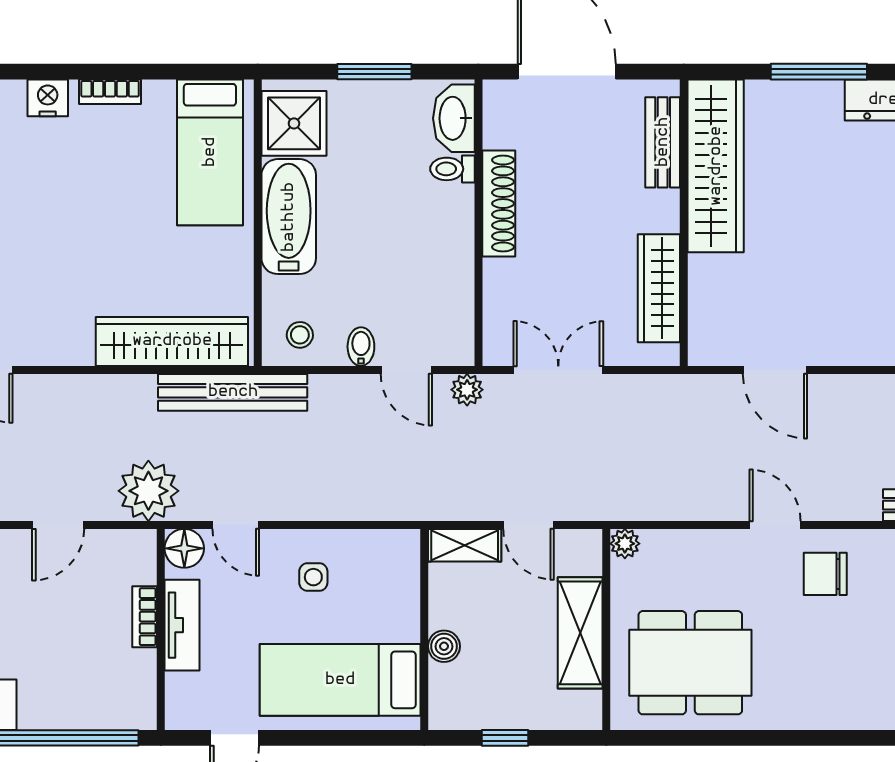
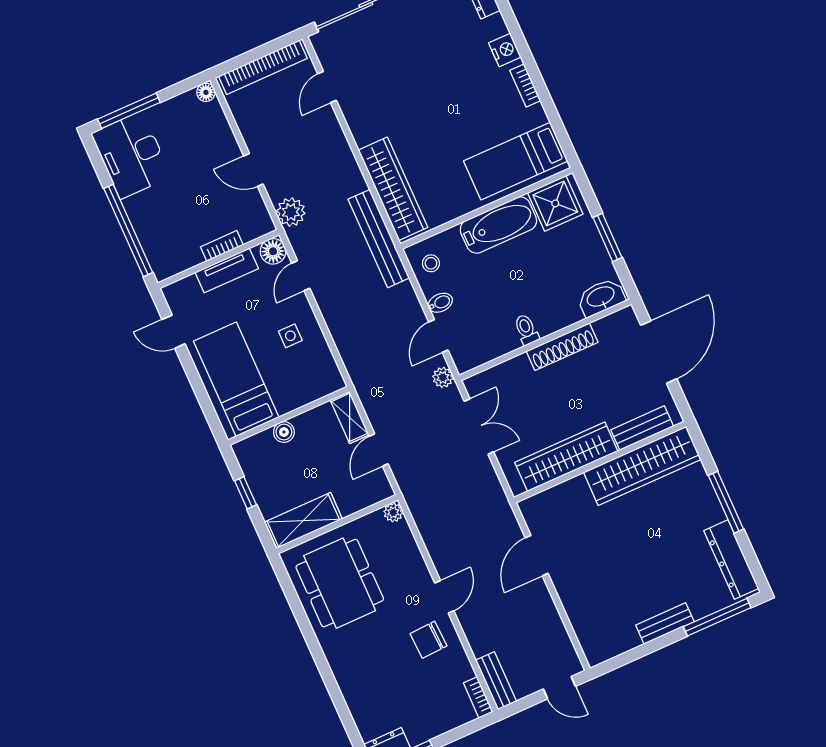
toilet: (452, 169) -> (526, 330), moved
wardrobe: (659, 288) -> (566, 457), width x1.40, depth x1.17
plant: (148, 491) -> (291, 212), width x0.73, depth x0.73
chair: (825, 574) -> (429, 640), turned -93
shelving: (580, 633) -> (303, 521), moved

